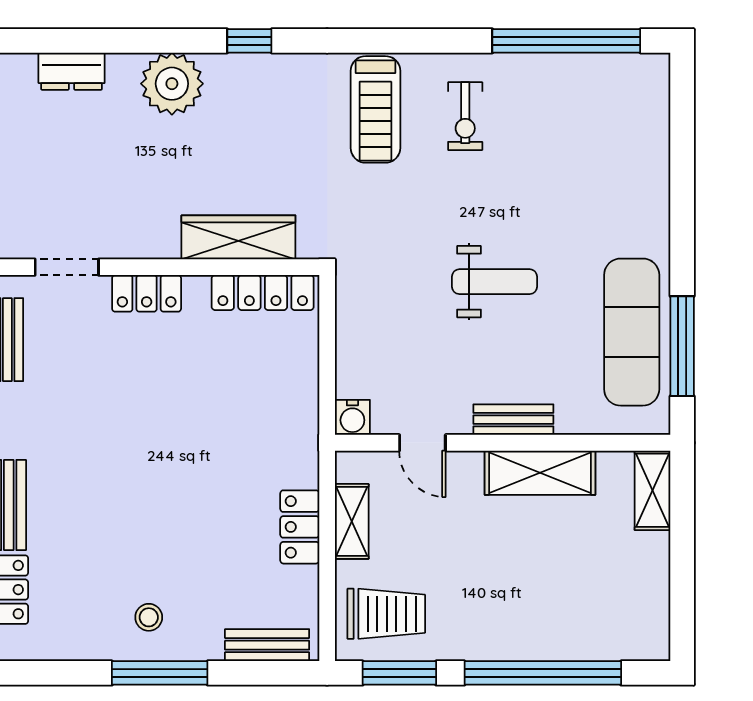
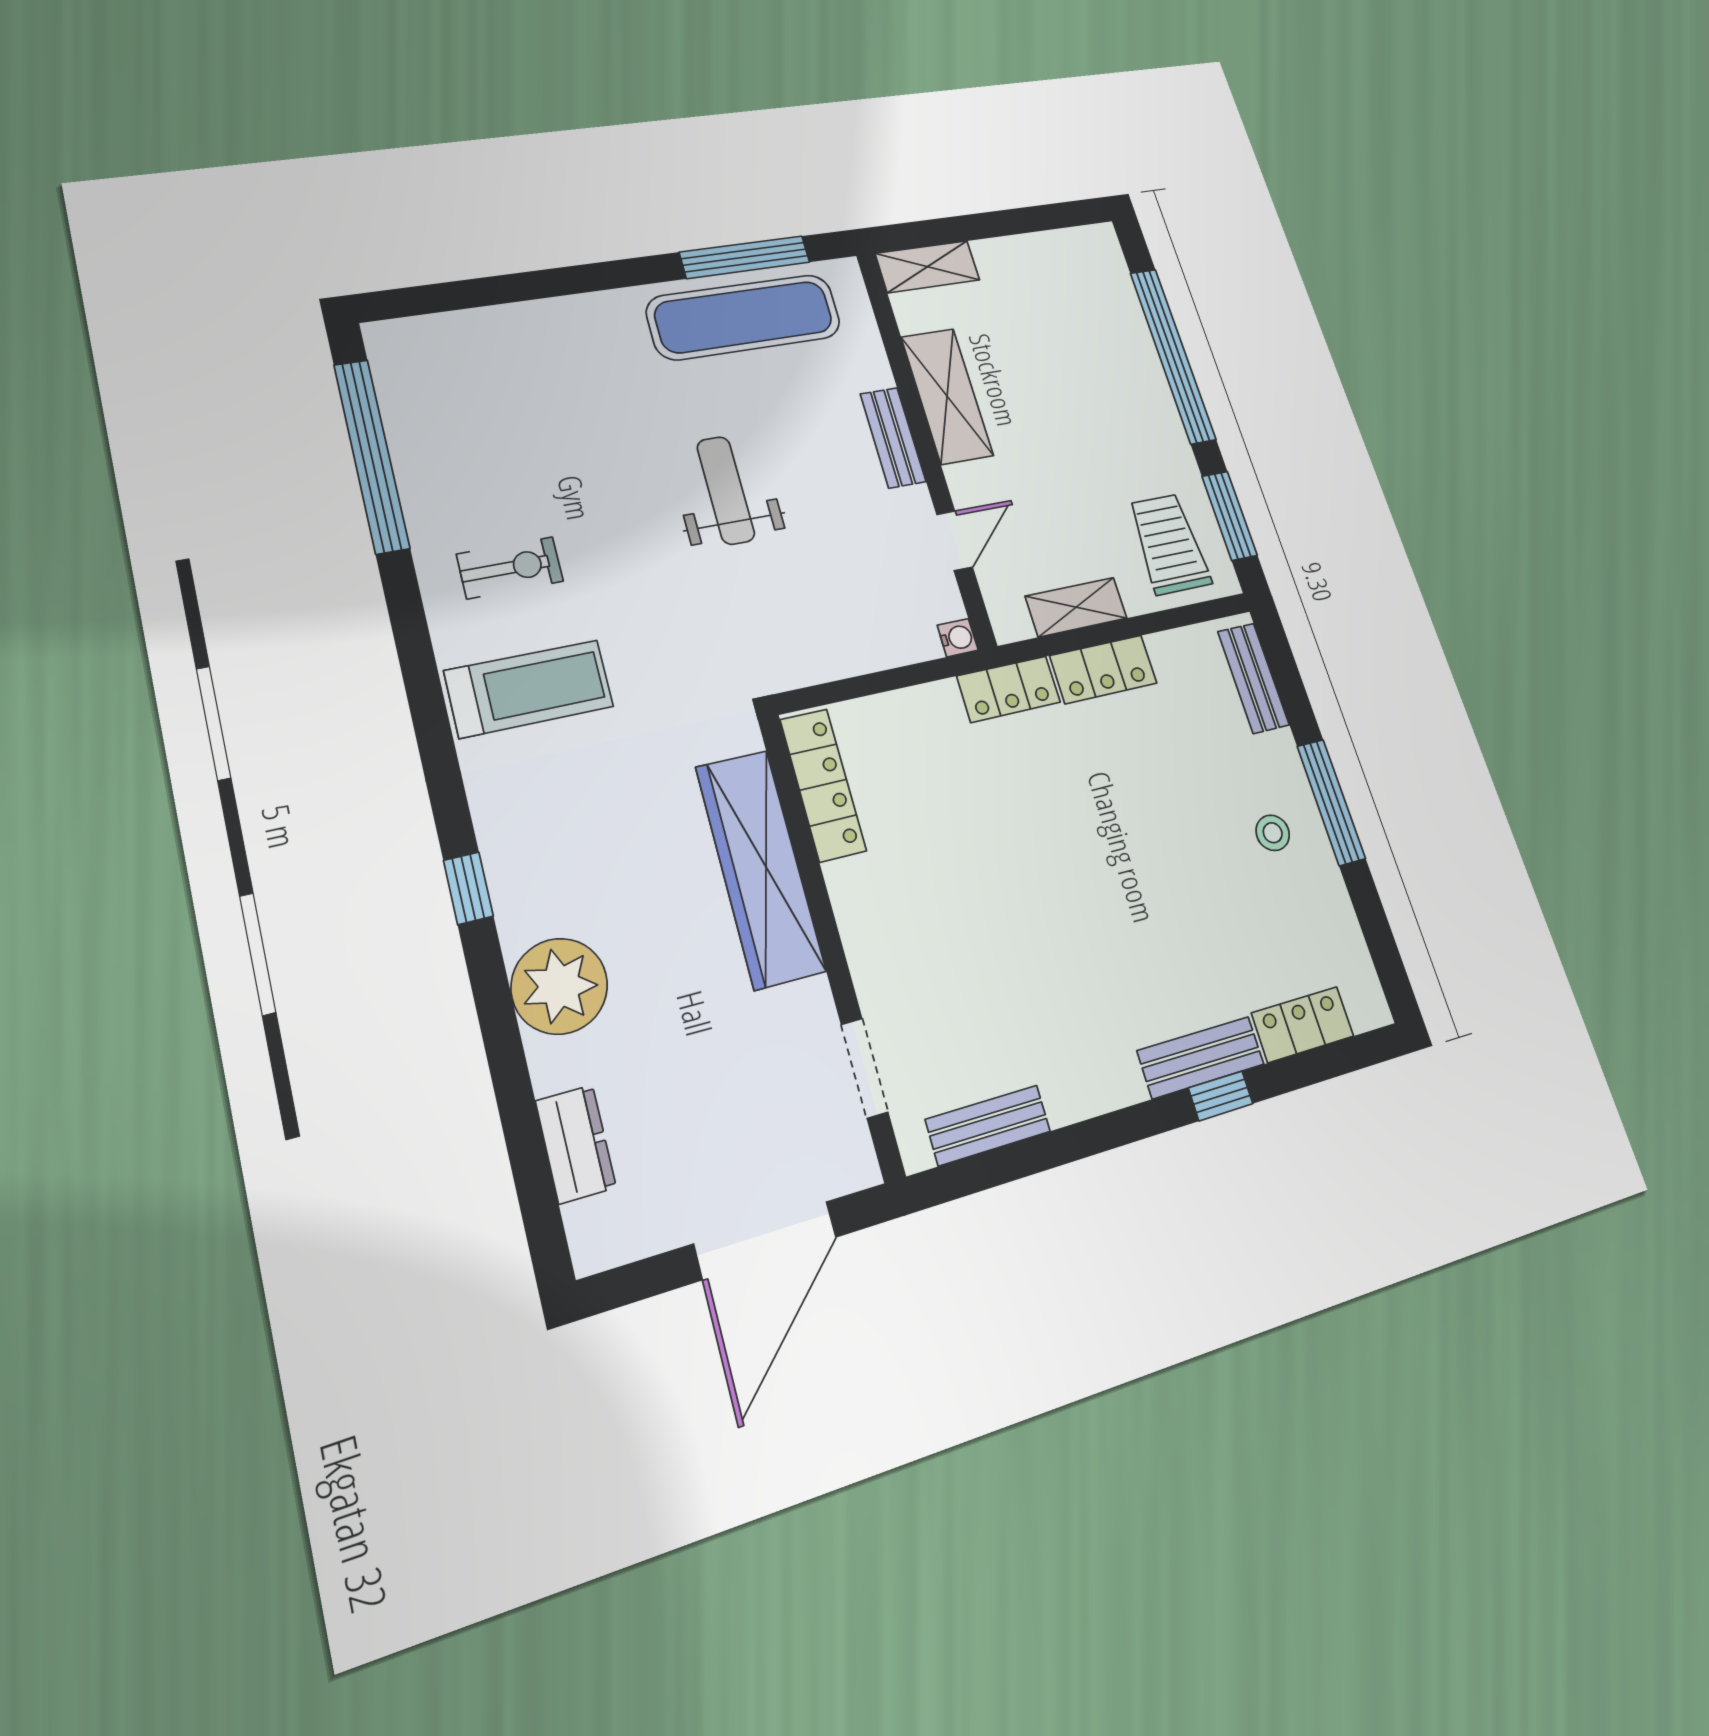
wardrobe: (238, 237) -> (760, 868), width x1.40, depth x1.17
locker: (147, 293) -> (1009, 689), moved, turned 90
water cooler: (352, 417) -> (958, 638), width x0.72, depth x0.72

